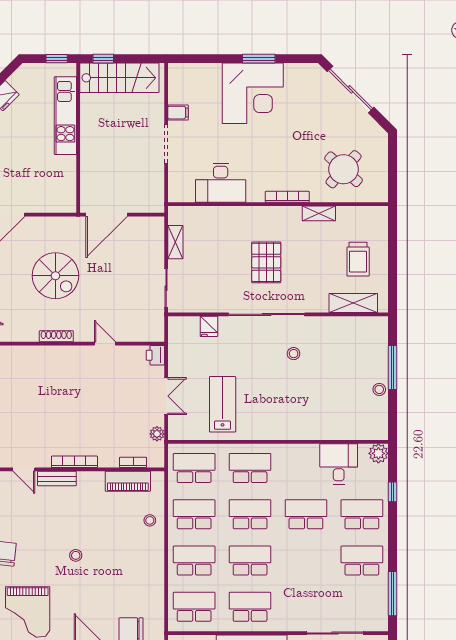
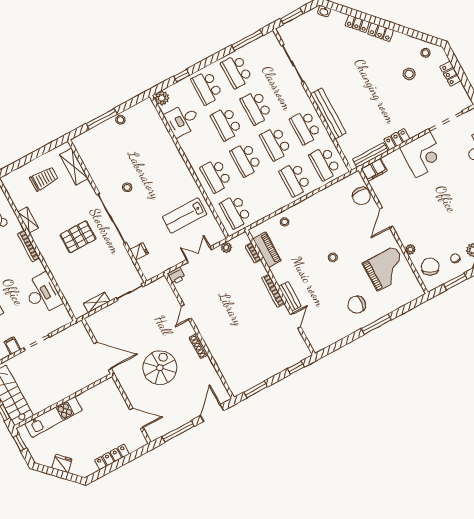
school desk: (194, 514) -> (256, 107), moved

